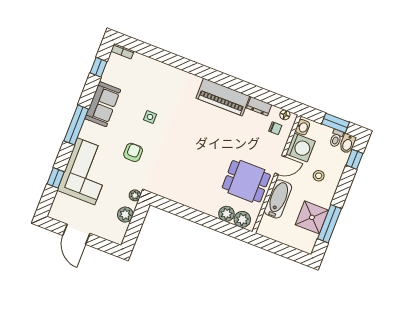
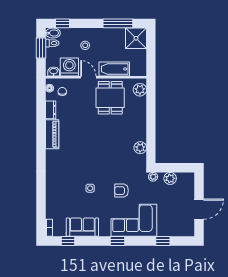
piano: (223, 97) -> (52, 134), width x0.73, depth x0.75
sofa: (103, 104) -> (82, 227), moved
window: (76, 125) -> (117, 241), width x0.46
corner sofa: (86, 171) -> (134, 220), moved
plant: (226, 214) -> (140, 148), moved
shower: (312, 217) -> (136, 38), moved

